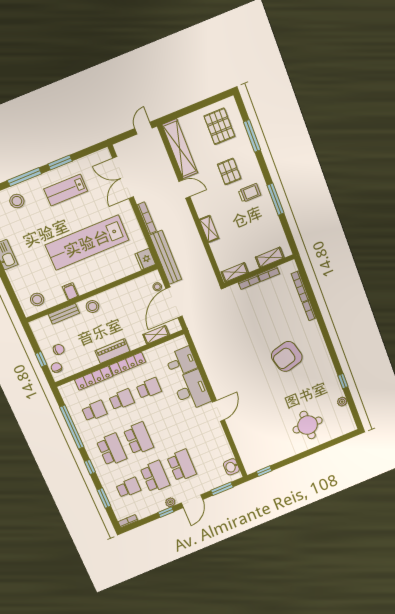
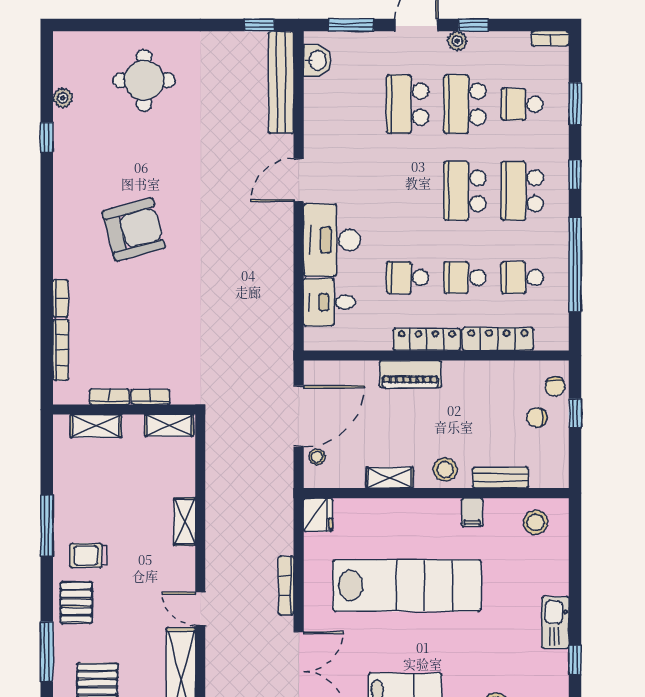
pallet: (229, 172) -> (76, 602), moved
bench: (166, 257) -> (281, 82), moved
shelving: (156, 335) -> (389, 478), moved
piano: (112, 351) -> (410, 374), moved

